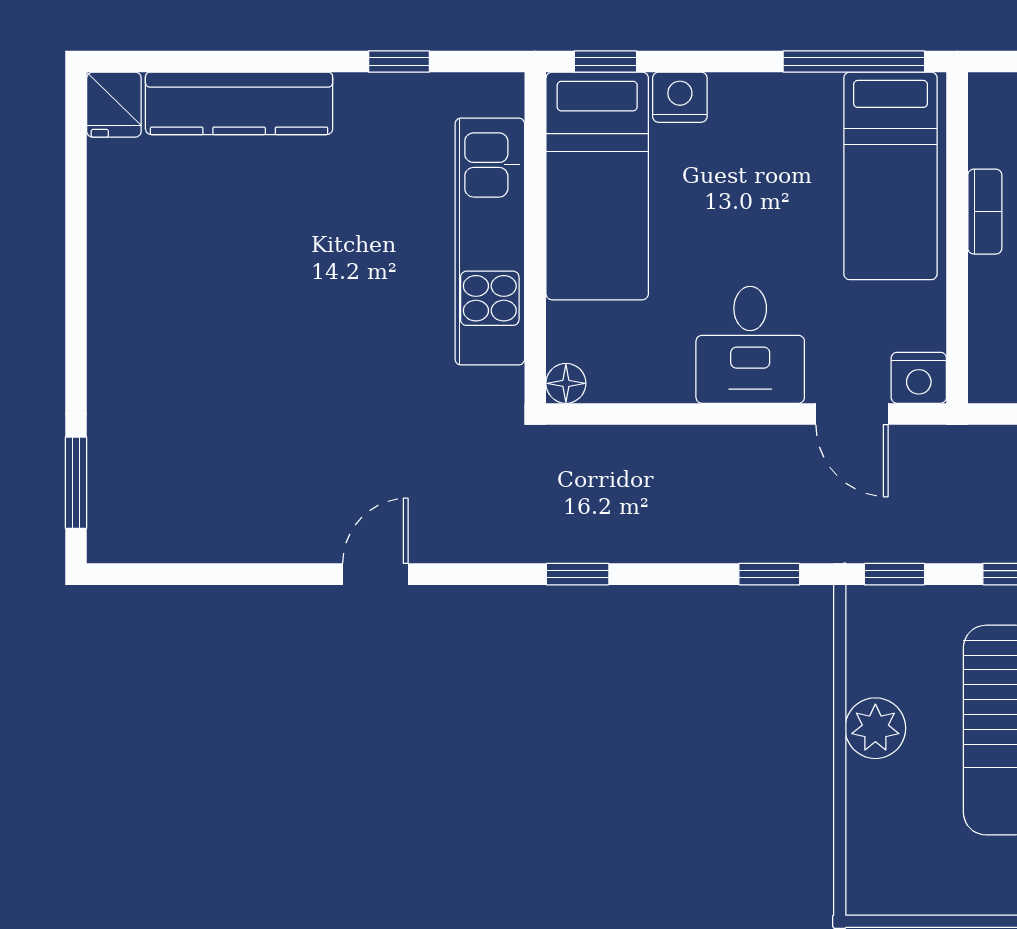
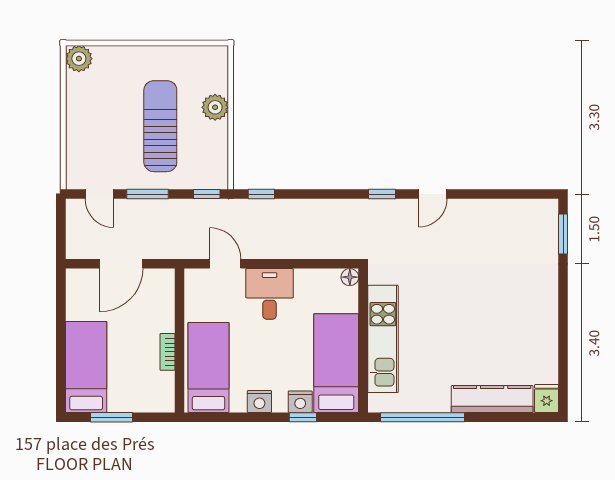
window: (399, 61) -> (422, 417), width x3.17
window: (605, 61) -> (303, 417), moved
window: (854, 61) -> (224, 417), removed
nightstand: (919, 378) -> (259, 402), moved, turned 180
window: (578, 574) -> (382, 194), moved
plant: (875, 728) -> (215, 107), moved

